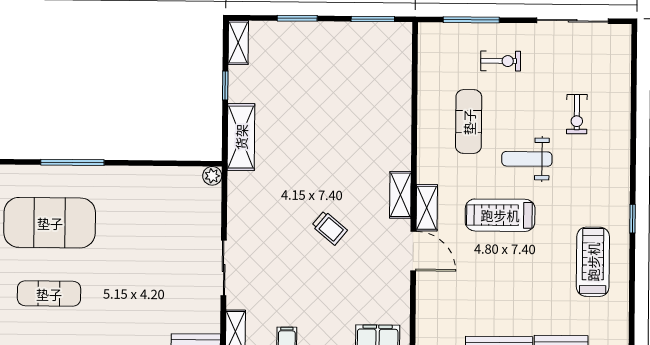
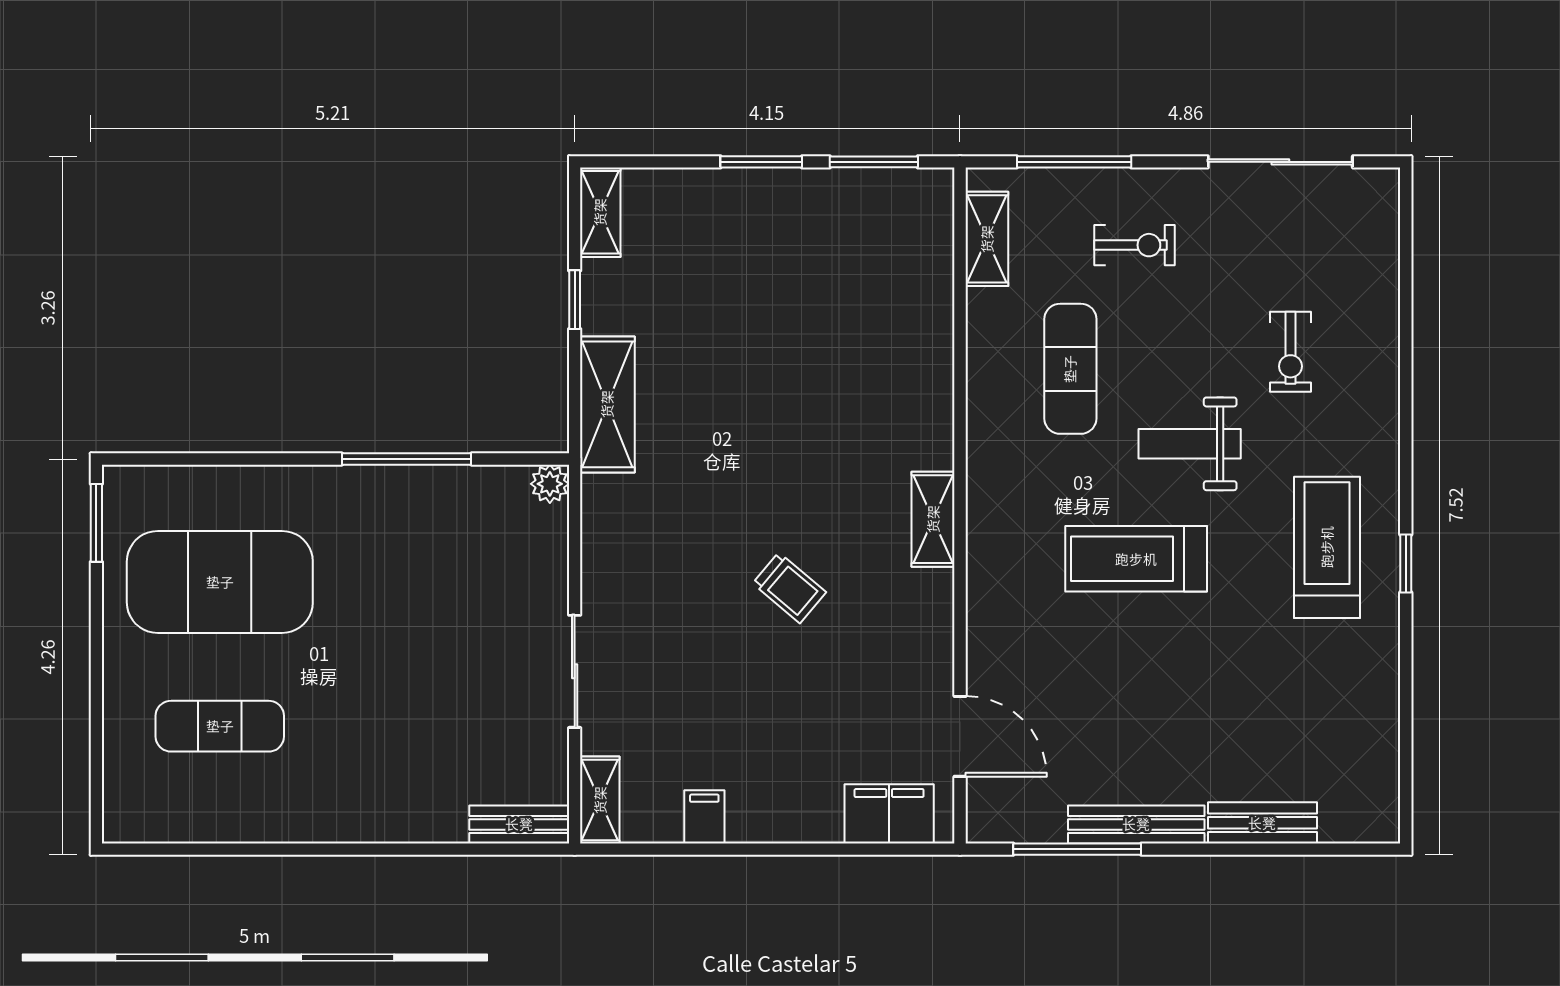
window: (297, 18) -> (761, 162), moved
window: (72, 162) -> (407, 459), moved
shelving: (427, 208) -> (987, 239), moved
door: (413, 251) -> (960, 736), moved
treadmill: (593, 262) -> (1327, 547), moved

